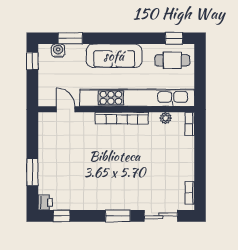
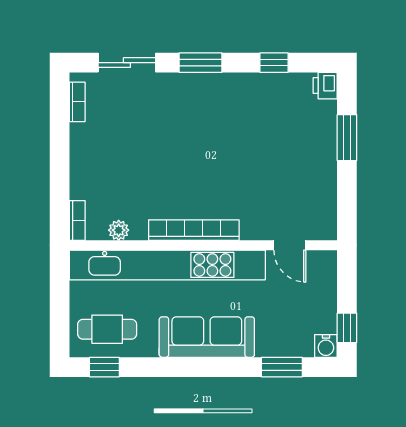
water cooler: (58, 51) -> (326, 346), moved
window: (62, 216) -> (274, 63), moved

